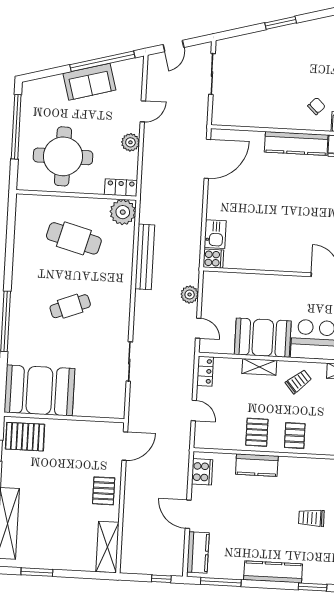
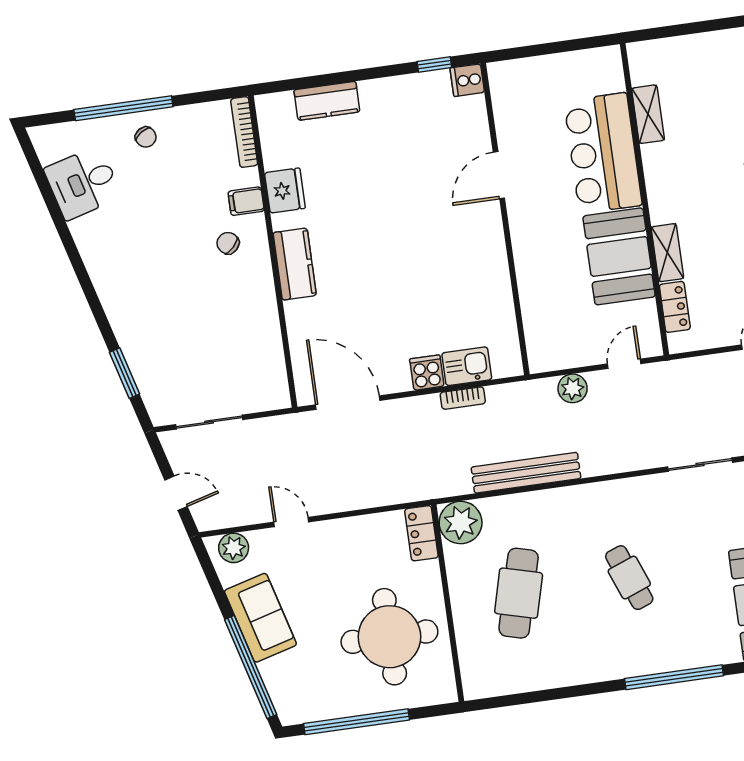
window: (281, 23) -> (124, 373), moved
window: (102, 61) -> (251, 667), moved
plant: (130, 142) -> (234, 548), moved
kitchen counter: (296, 143) -> (295, 264), width x0.67
bookcase: (197, 228) -> (463, 398), added
cooker: (213, 259) -> (427, 373), moved
locker: (205, 371) -> (675, 307), moved, turned 90
trolley: (299, 381) -> (679, 185), removed

